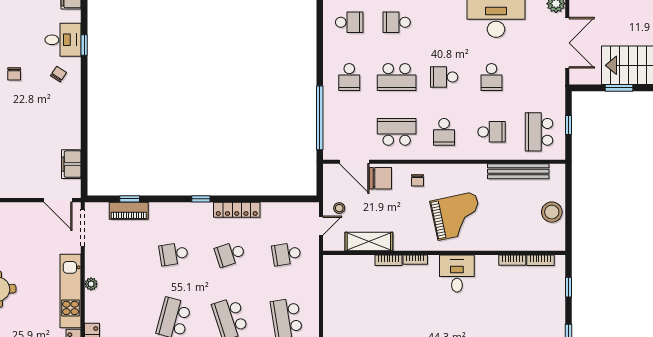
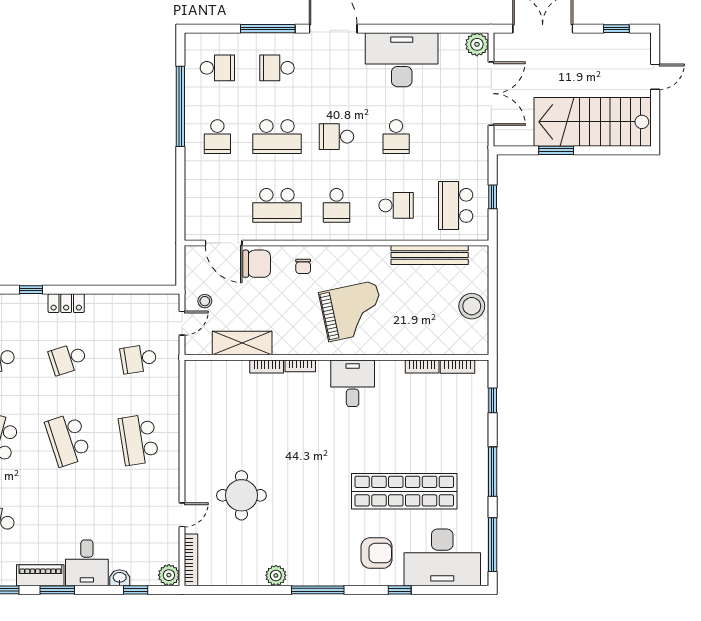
window: (320, 118) -> (180, 106), moved
school desk: (397, 132) -> (277, 205), turned 180
locker: (237, 210) -> (66, 303), width x0.66

